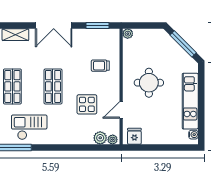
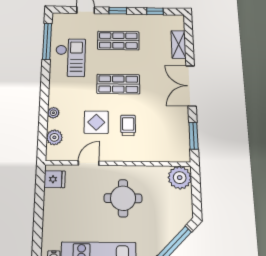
plant: (128, 34) -> (180, 178), width x1.87, depth x1.87
trolley: (100, 66) -> (128, 125), moved
door: (121, 110) -> (89, 163), hinge flipped
plant: (113, 140) -> (53, 113), moved

